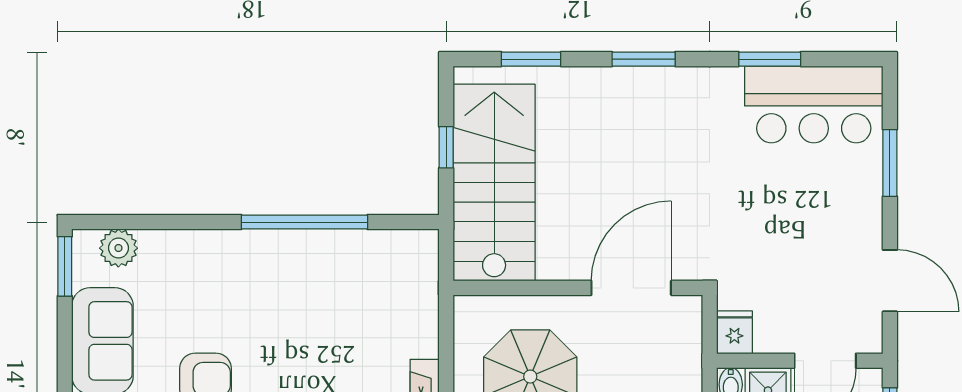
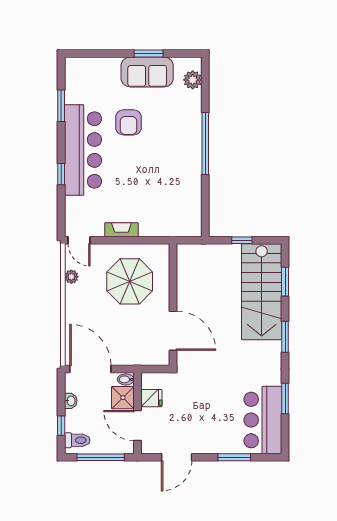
stairs: (494, 183) -> (262, 292), moved, turned 90
window: (304, 222) -> (205, 143), moved
window: (65, 266) -> (149, 54), moved
fridge: (734, 332) -> (151, 398), moved

